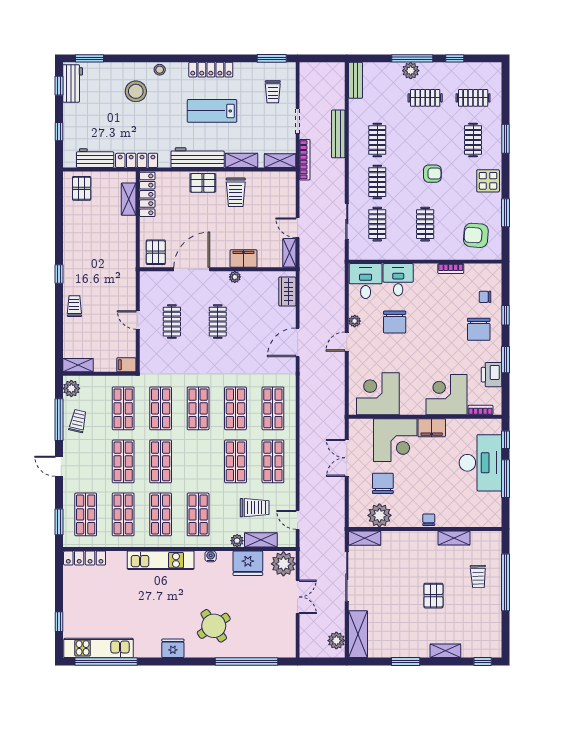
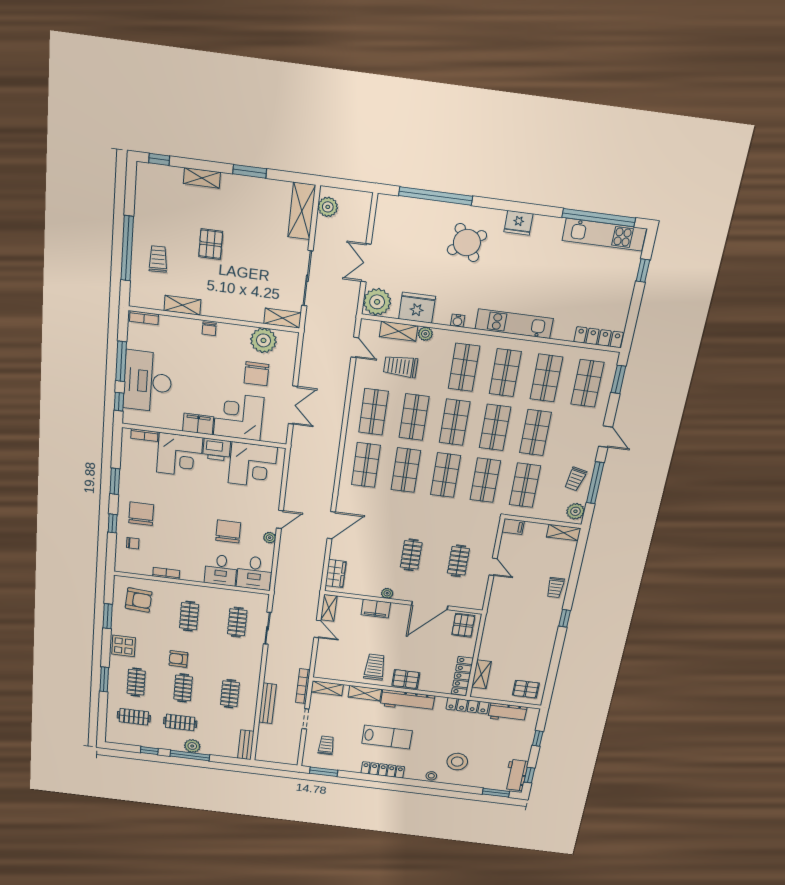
clothes rail: (377, 182) -> (183, 688), moved
pallet: (82, 188) -> (526, 689), turned 90
printer: (491, 375) -> (217, 450), moved, turned 90
shop shelf: (198, 461) -> (455, 422), added
bookcase: (487, 522) -> (144, 318), added

